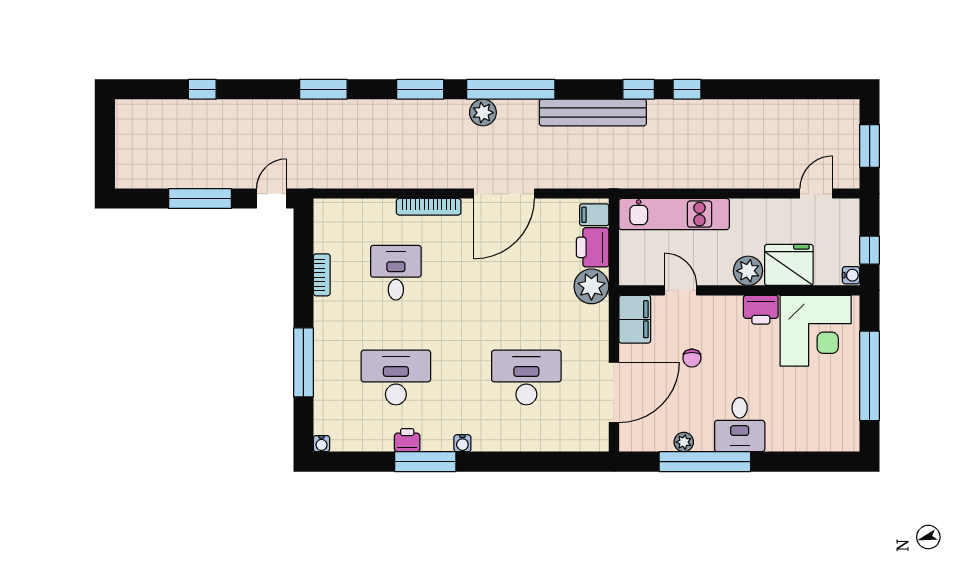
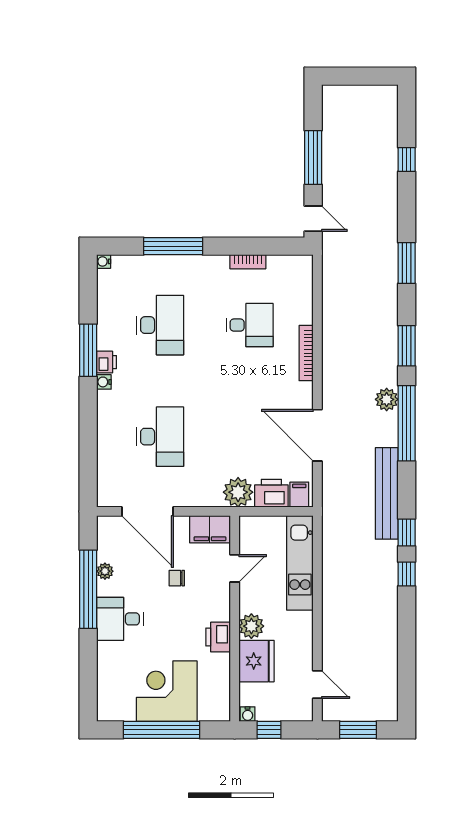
door: (504, 194) -> (317, 435), moved
corner desk: (816, 331) -> (167, 691), moved, turned 90
printer: (407, 440) -> (107, 362), moved

